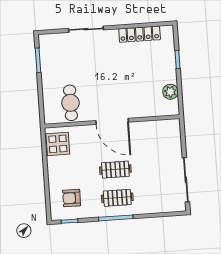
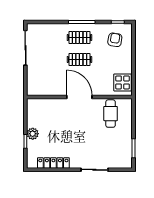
plant: (170, 92) -> (33, 134), moved
armchair: (72, 198) -> (115, 40), turned -81

